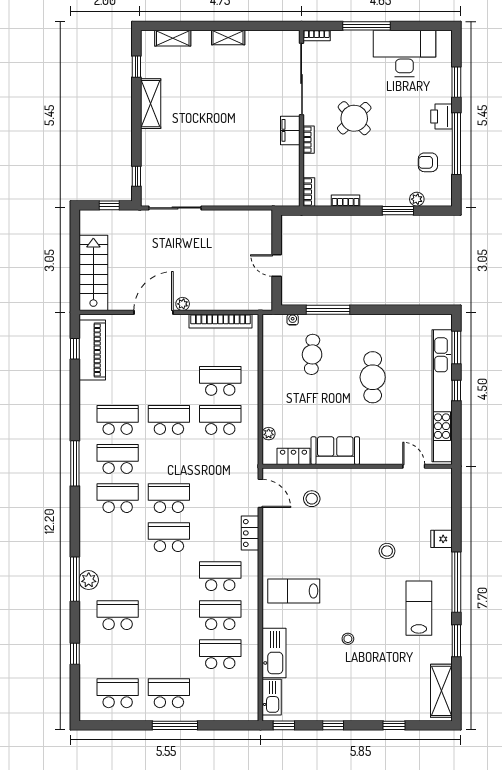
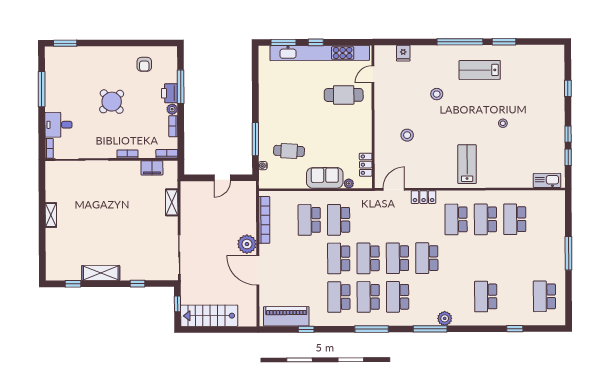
window: (367, 26) -> (42, 89), moved
shelving: (173, 38) -> (172, 202), moved
desk: (404, 53) -> (58, 125), moved, width x0.53, depth x0.77
window: (456, 82) -> (65, 43), moved
printer: (441, 116) -> (169, 93), moved, turned 90
round table: (354, 118) -> (112, 102), moved
filing cabinet: (290, 130) -> (152, 168), moved
window: (456, 144) -> (130, 43), removed
window: (136, 176) -> (138, 284), moved
plant: (417, 199) -> (172, 109), moved
window: (398, 211) -> (181, 87), width x1.44
stairs: (93, 273) -> (209, 316), moved
plant: (183, 304) -> (247, 244), width x1.88, depth x1.88
window: (75, 349) -> (306, 329), moved
cafe table: (373, 377) -> (344, 95), moved
sofa: (335, 451) -> (325, 178), moved, turned 90
stool: (312, 499) -> (407, 135), moved
fridge: (441, 539) -> (403, 53), moved
window: (75, 579) -> (430, 329), moved
plant: (89, 580) -> (445, 318), moved
lab bench: (294, 591) -> (467, 164), turned 180
kitchen sink: (274, 653) -> (514, 179), removed
shelving: (441, 691) -> (542, 53), removed
school desk: (169, 693) -> (368, 258), moved
window: (284, 725) -> (568, 157), moved

